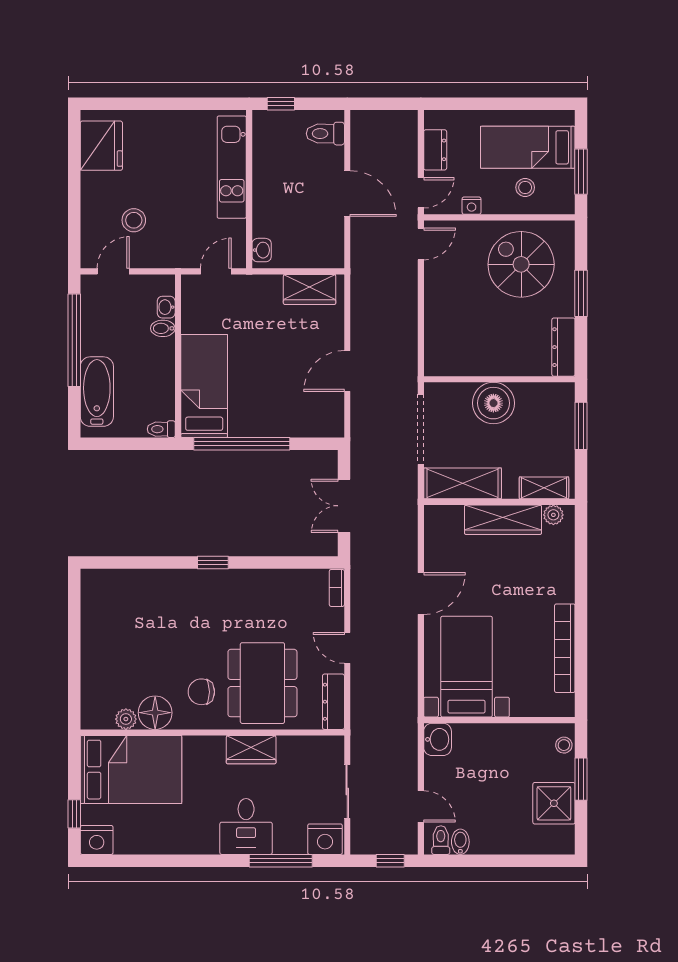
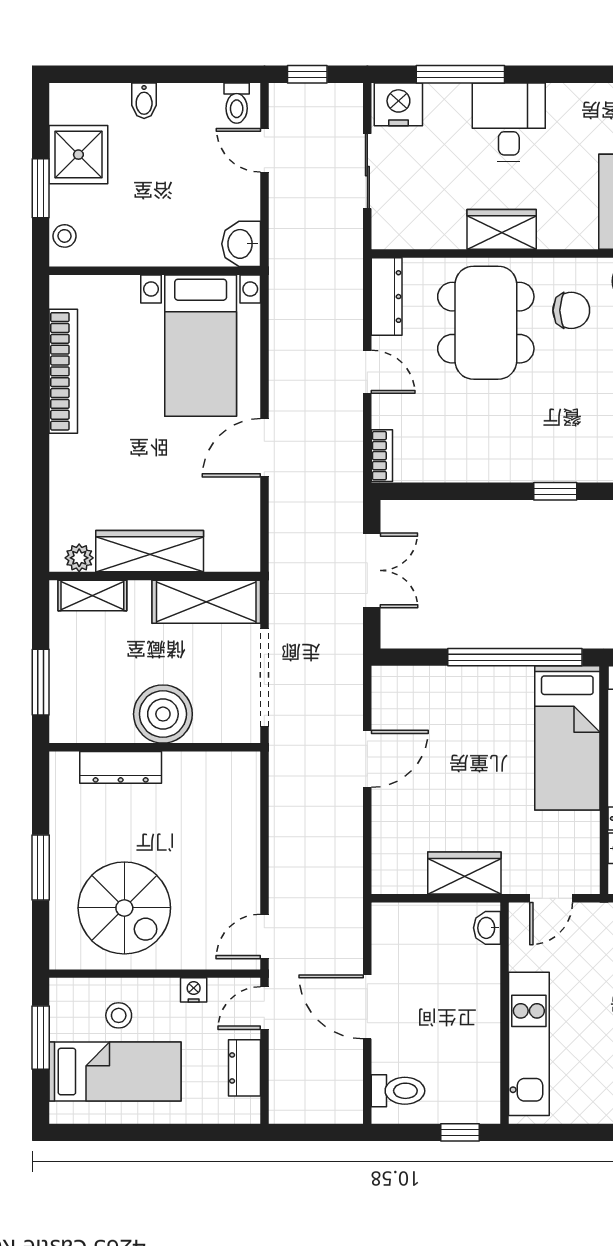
wardrobe: (310, 289) -> (464, 873), moved
dresser: (563, 347) -> (121, 767), moved, turned 90
bidet: (460, 842) -> (144, 101), moved

